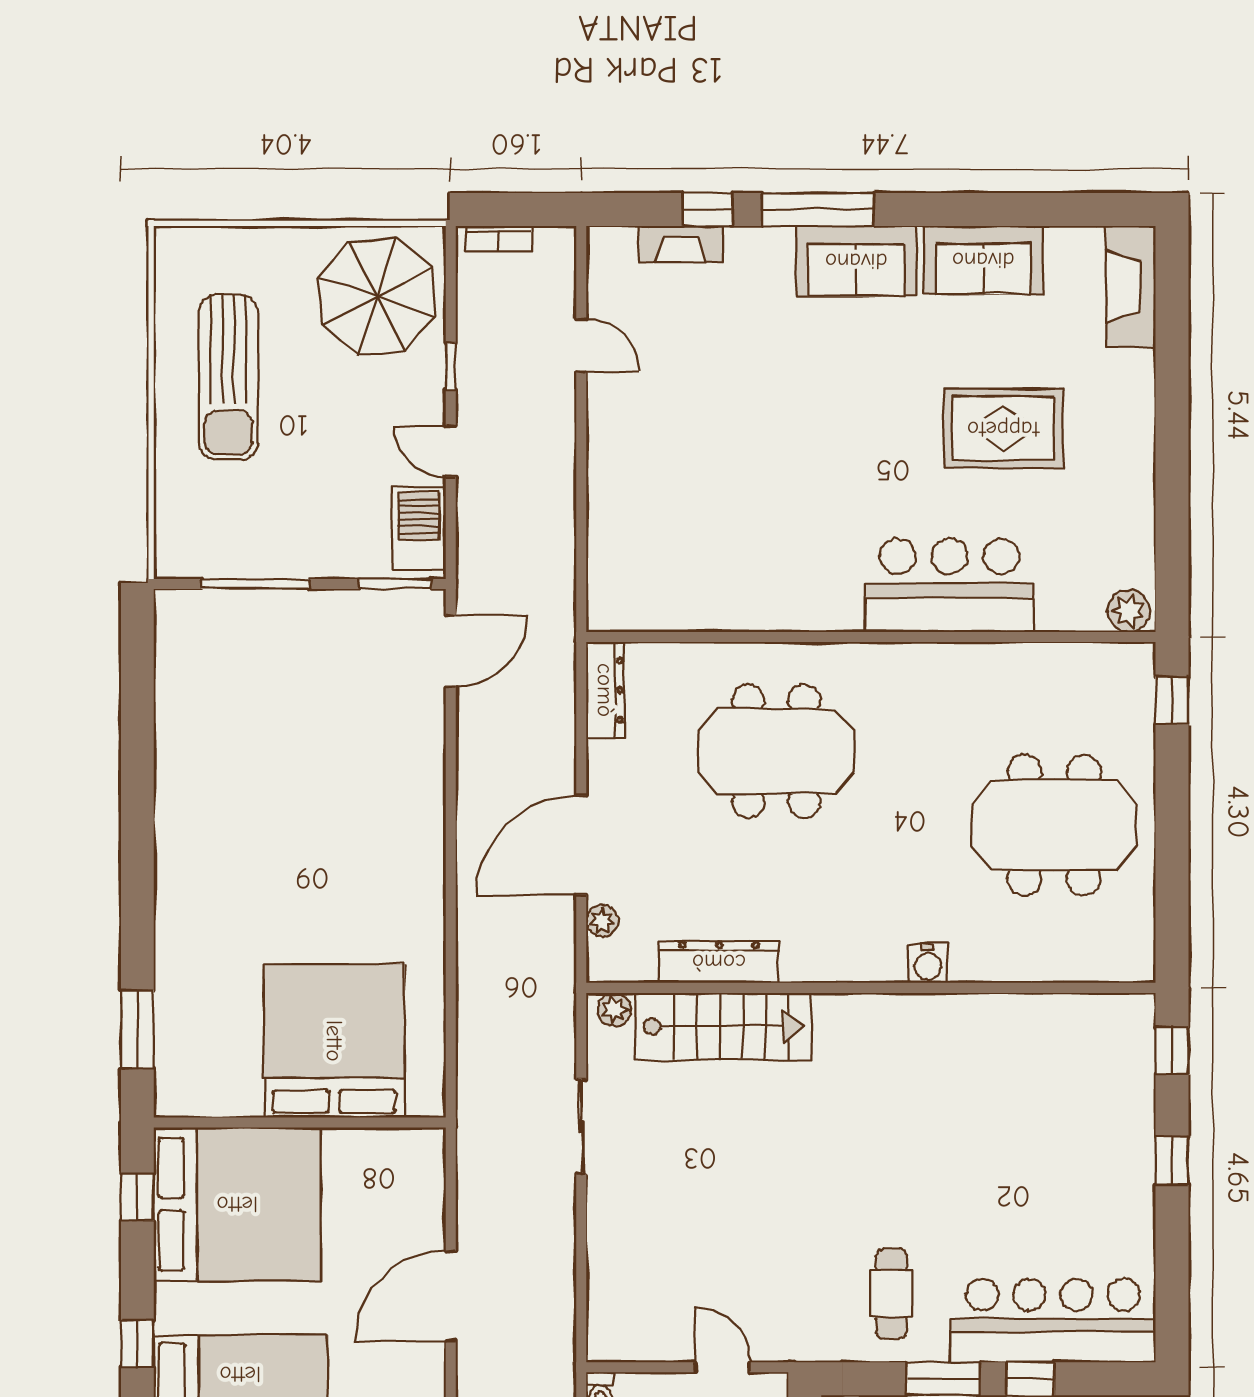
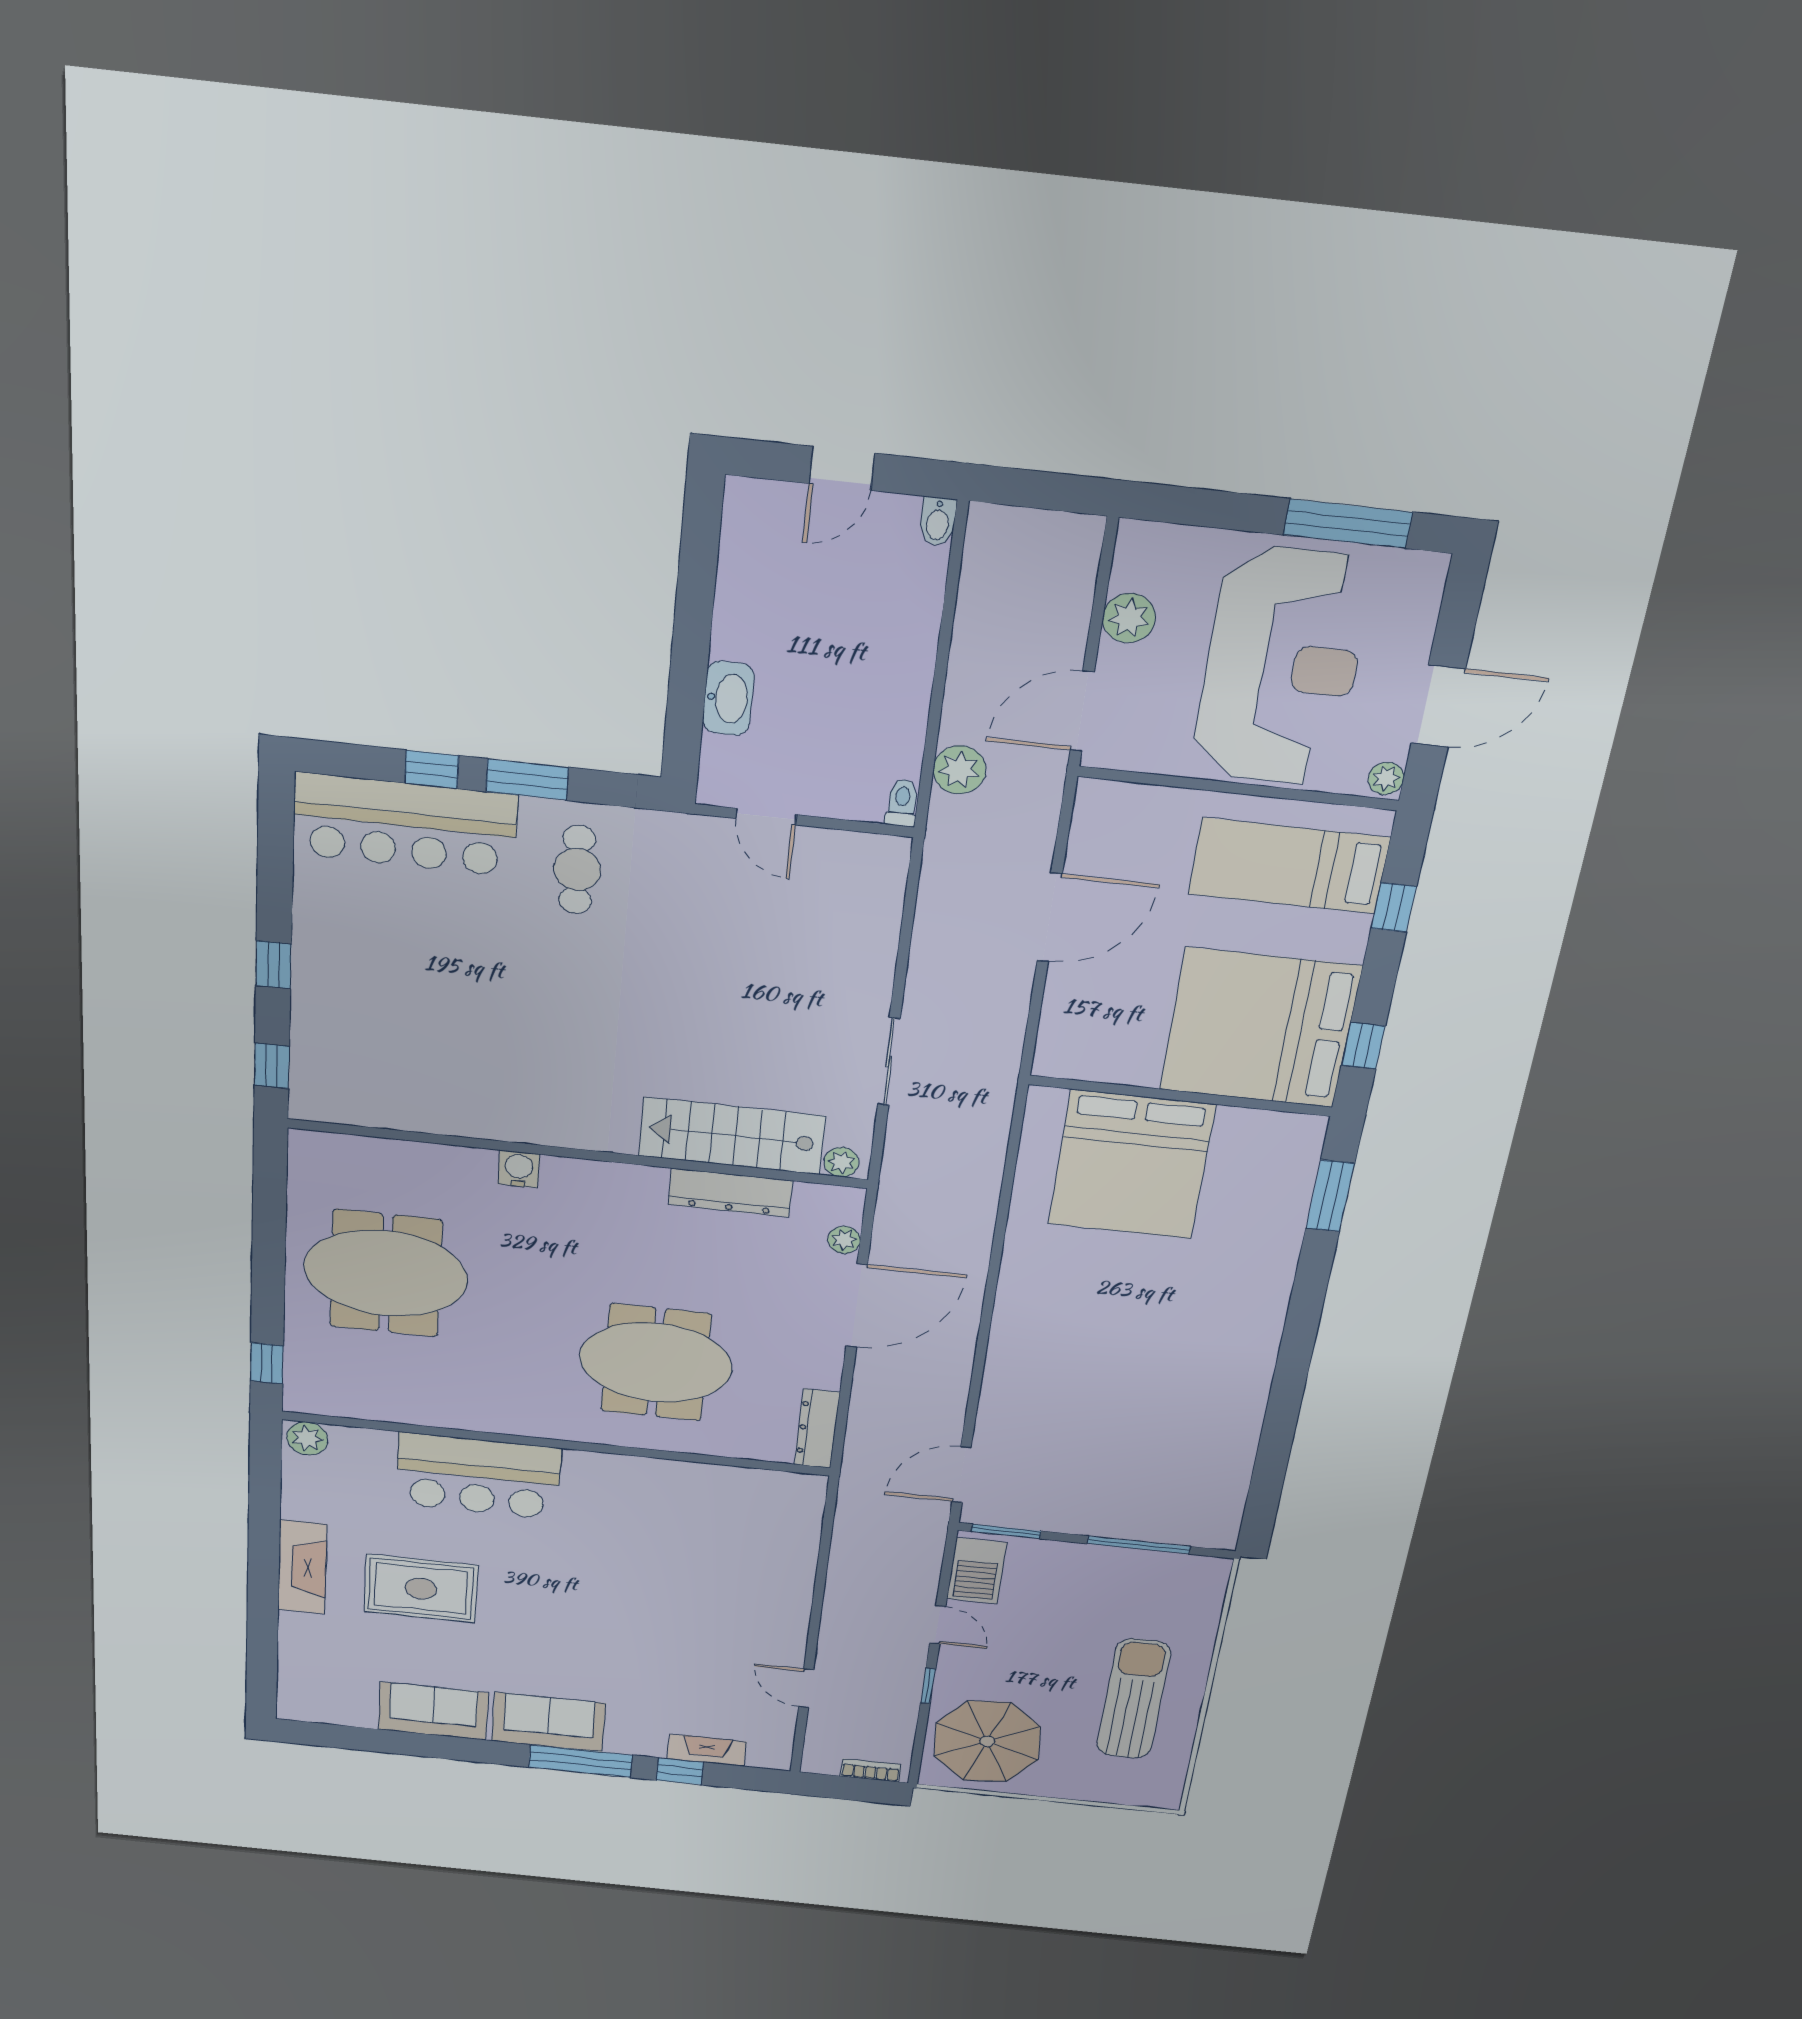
fireplace: (1131, 287) -> (302, 1567), moved

